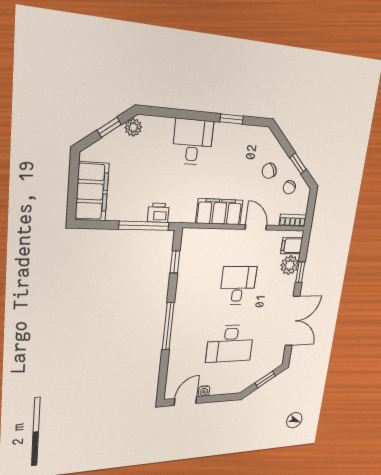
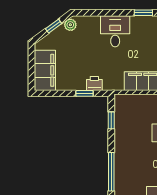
window: (144, 226) -> (85, 93), width x0.46

